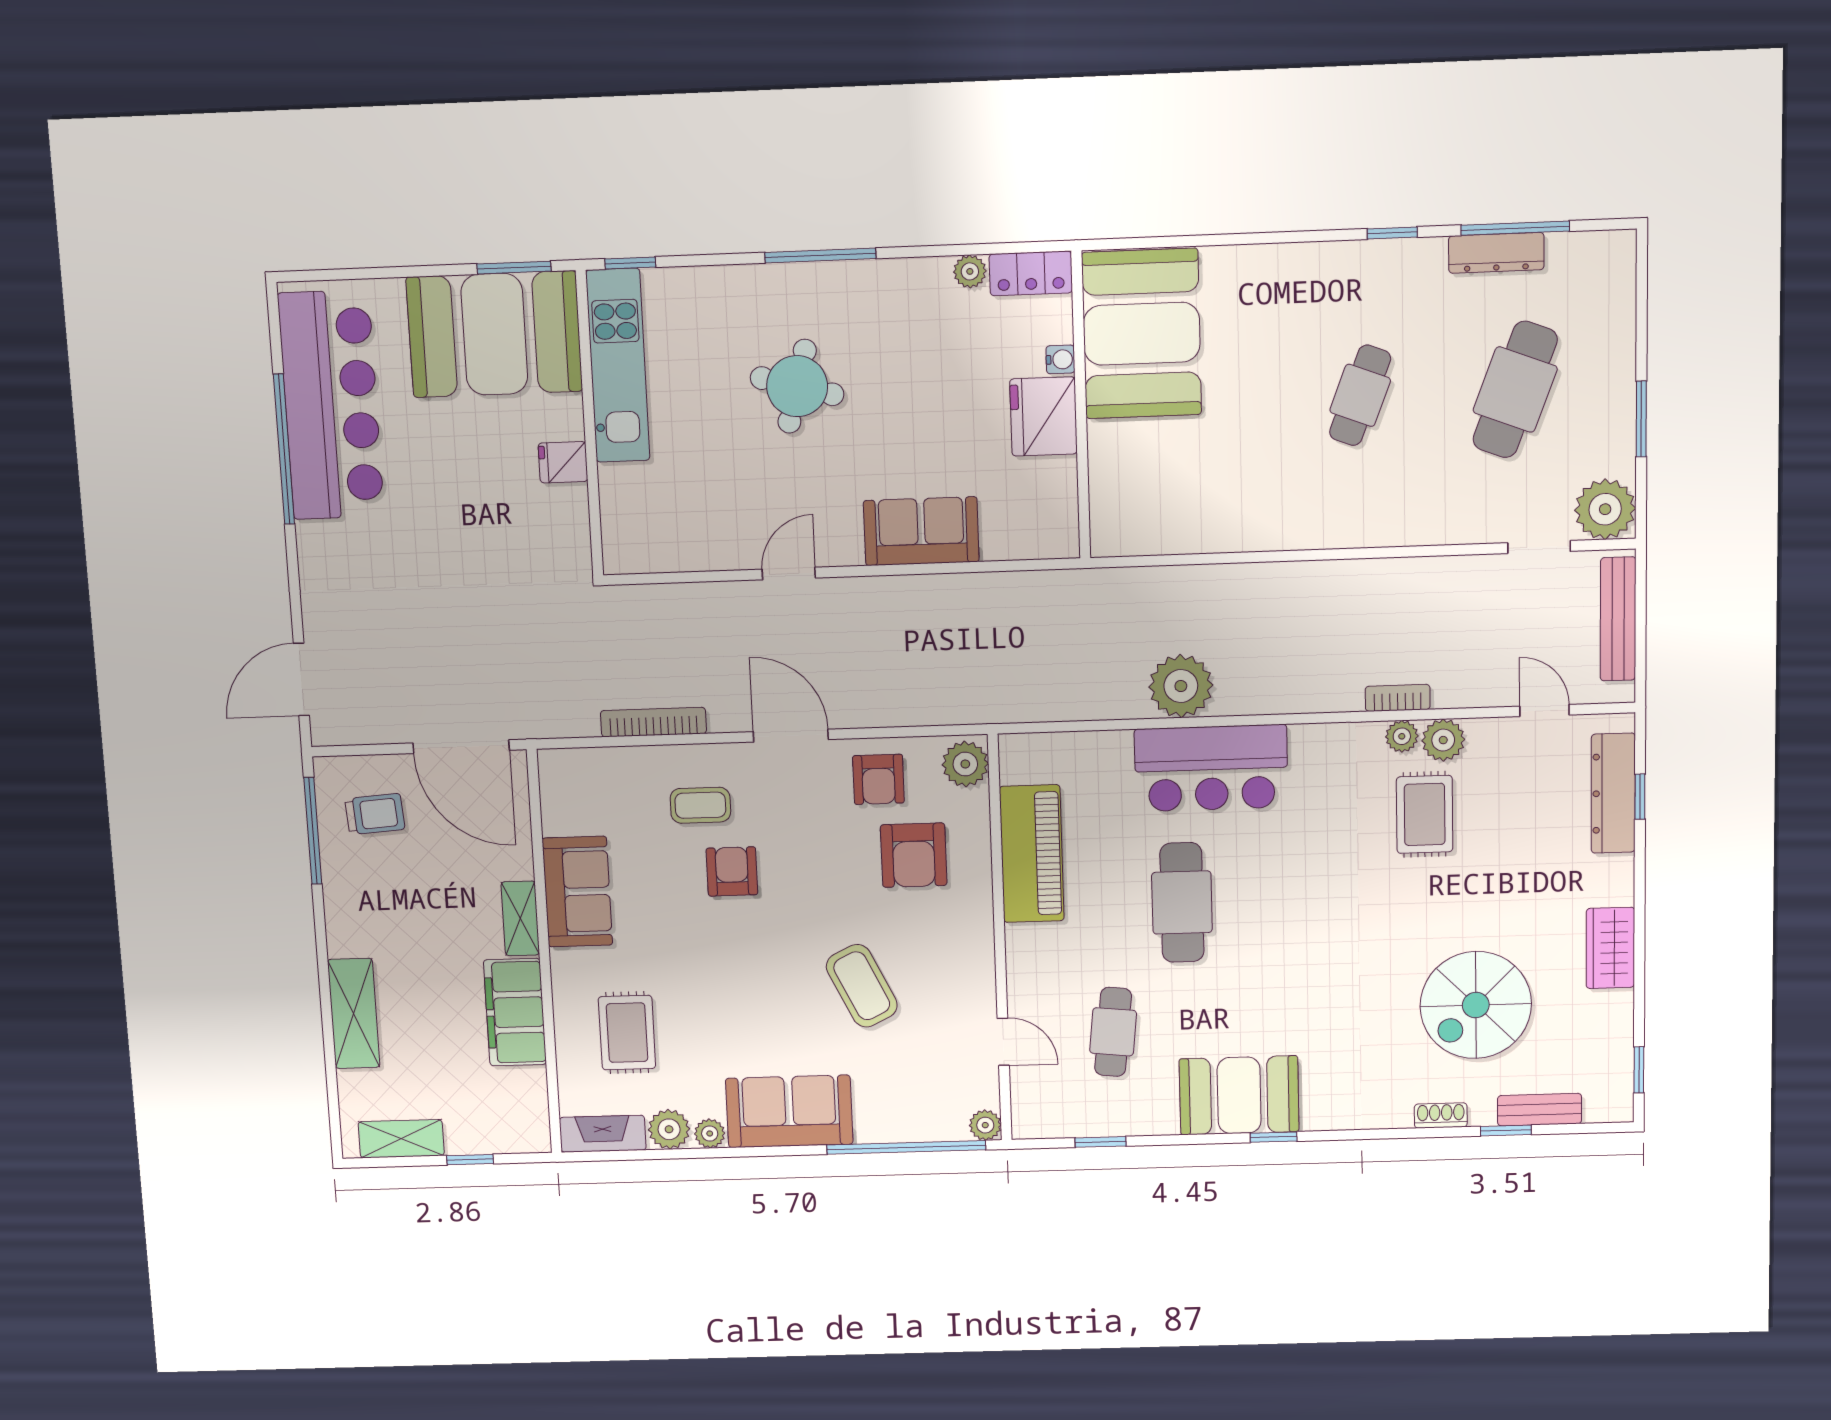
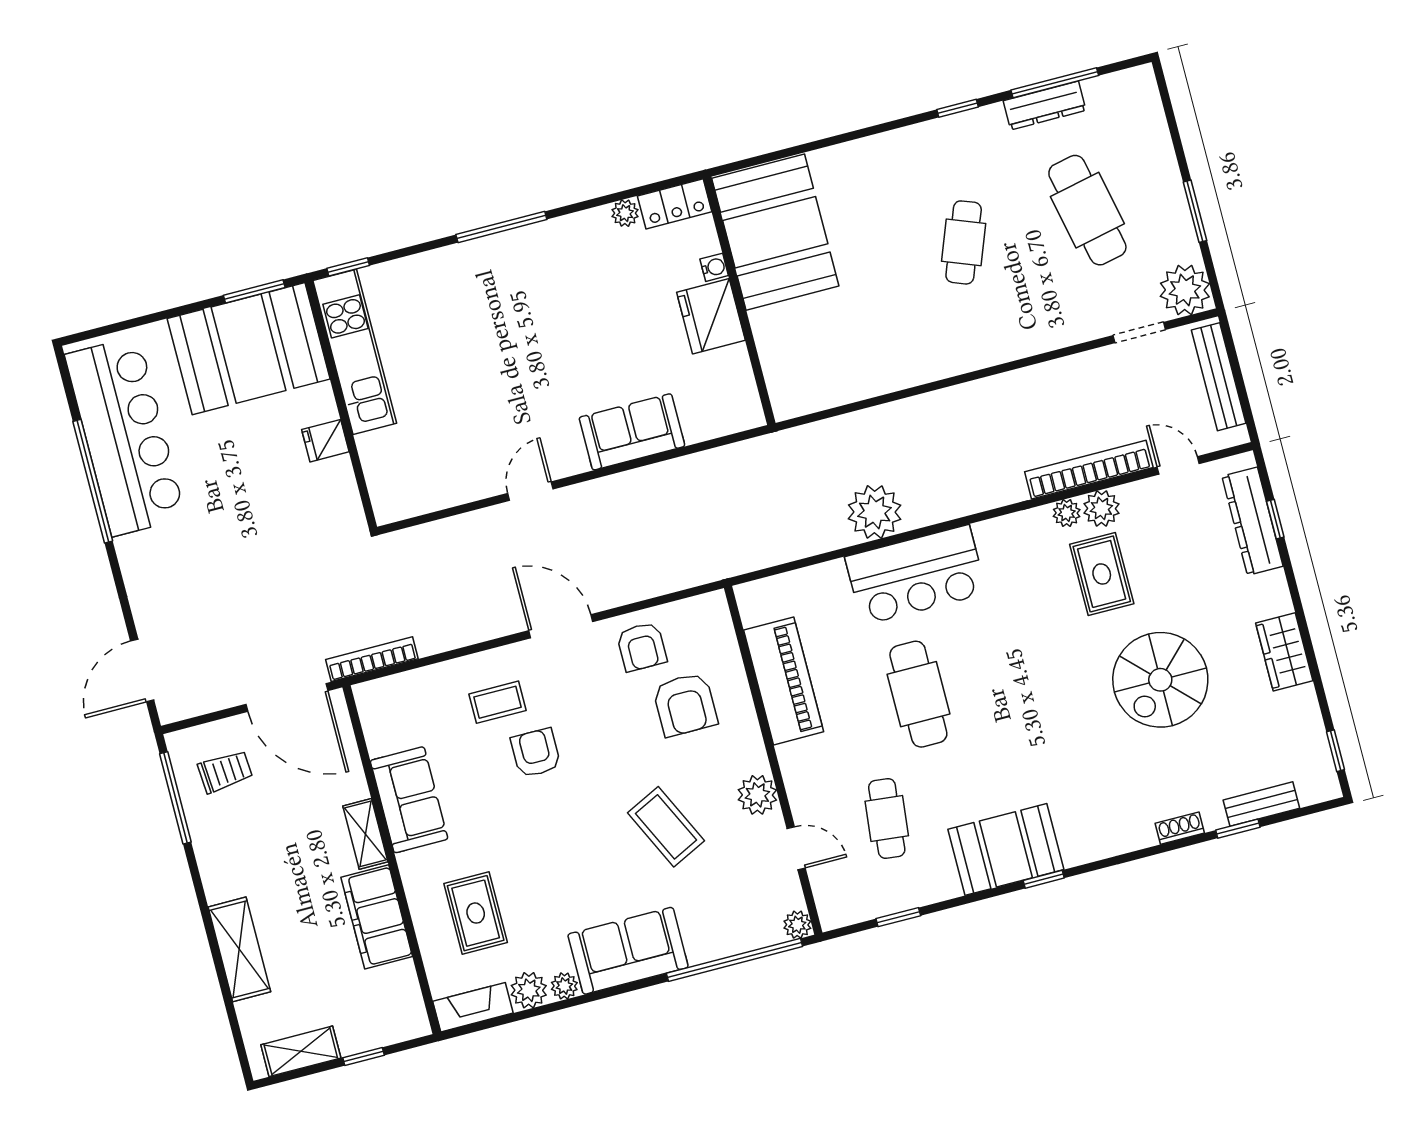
round table: (797, 386) -> (505, 336), removed
cafe table: (1515, 390) -> (1087, 210), turned -33
bookcase: (1398, 698) -> (1089, 470), width x2.31, depth x1.31
bookcase: (653, 722) -> (372, 659), moved
plant: (965, 764) -> (757, 795), moved
spiral stairs: (1476, 1005) -> (1160, 680), moved

